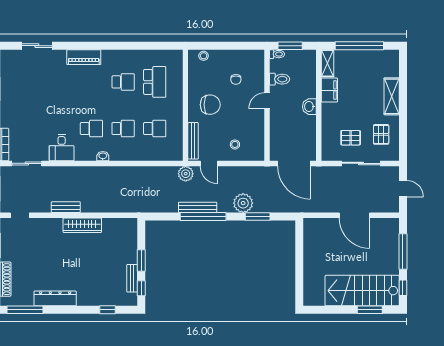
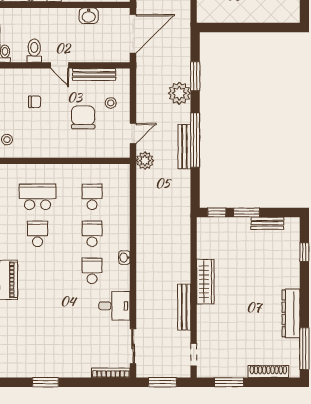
chair: (210, 105) -> (83, 117), moved
washbasin: (309, 107) -> (89, 16), moved
bench: (193, 141) -> (94, 74), moved
bench: (66, 207) -> (184, 307), width x1.36
window: (141, 288) -> (217, 212), moved

